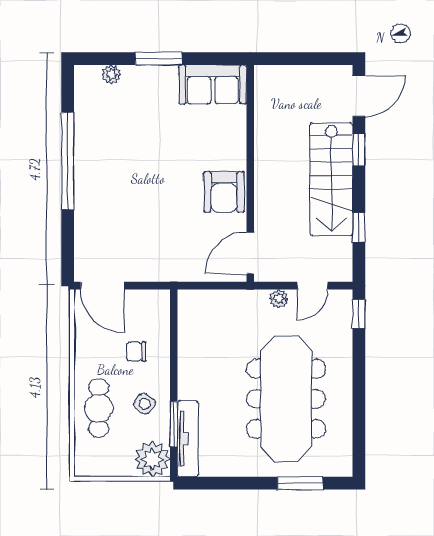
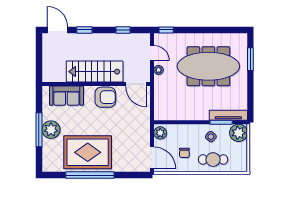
window: (159, 59) -> (39, 130), width x1.44
plant: (111, 74) -> (51, 130), moved, width x1.87, depth x1.87
sofa: (213, 84) -> (66, 96), moved, turned 90
rug: (113, 156) -> (88, 152), added
stairs: (331, 179) -> (95, 72), moved, turned 180
door: (102, 286) -> (152, 158), hinge flipped
plant: (152, 302) -> (160, 133), added
chair: (136, 351) -> (184, 153), moved

